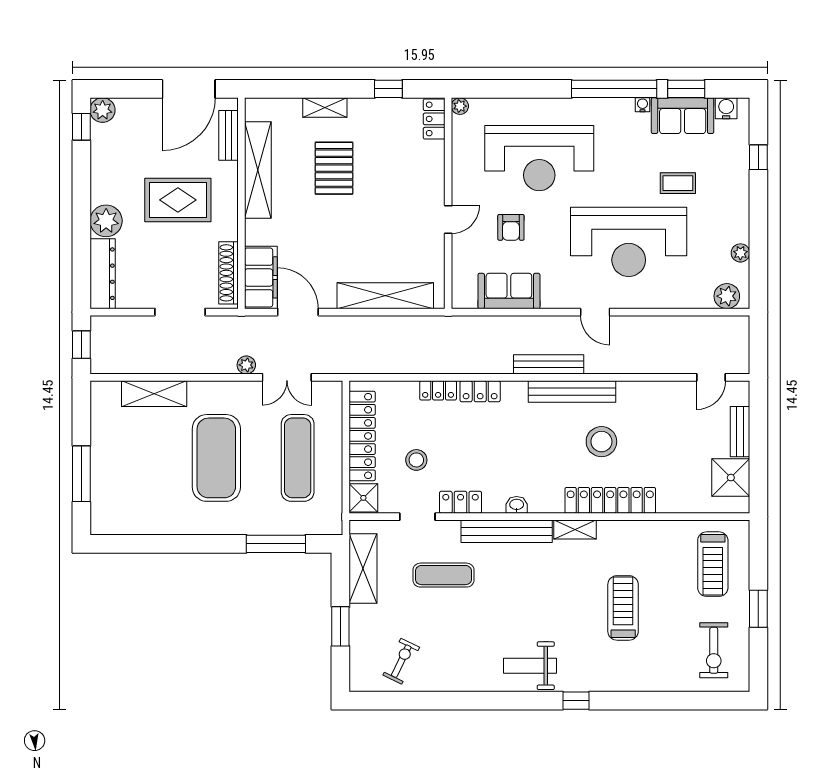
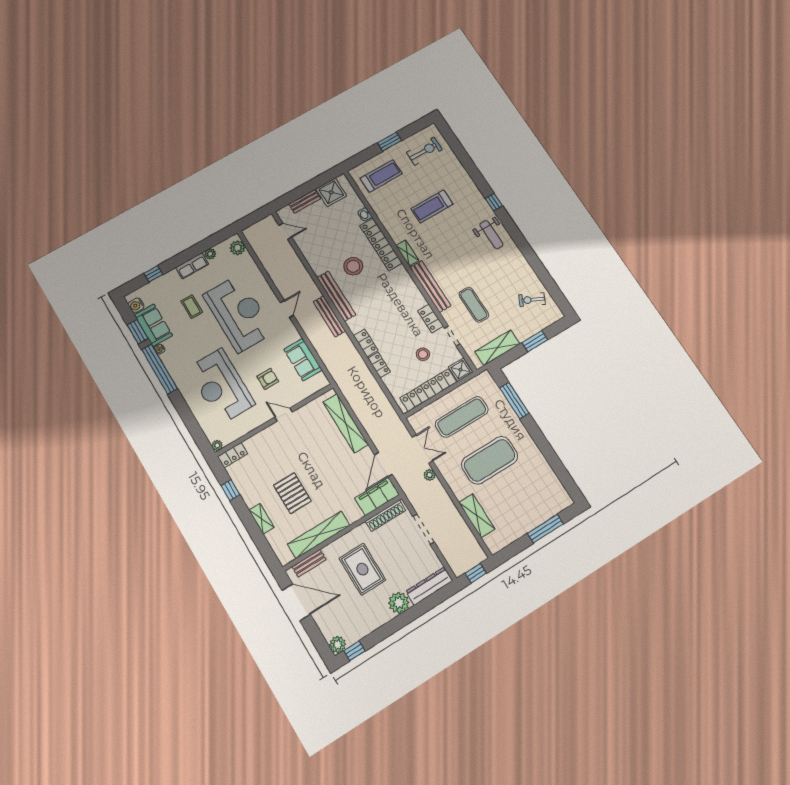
reception desk: (539, 158) -> (221, 386), turned 180
pallet: (334, 168) -> (292, 493), turned 90
row of seats: (738, 218) -> (192, 266), added
washbasin: (517, 505) -> (365, 214), moved

